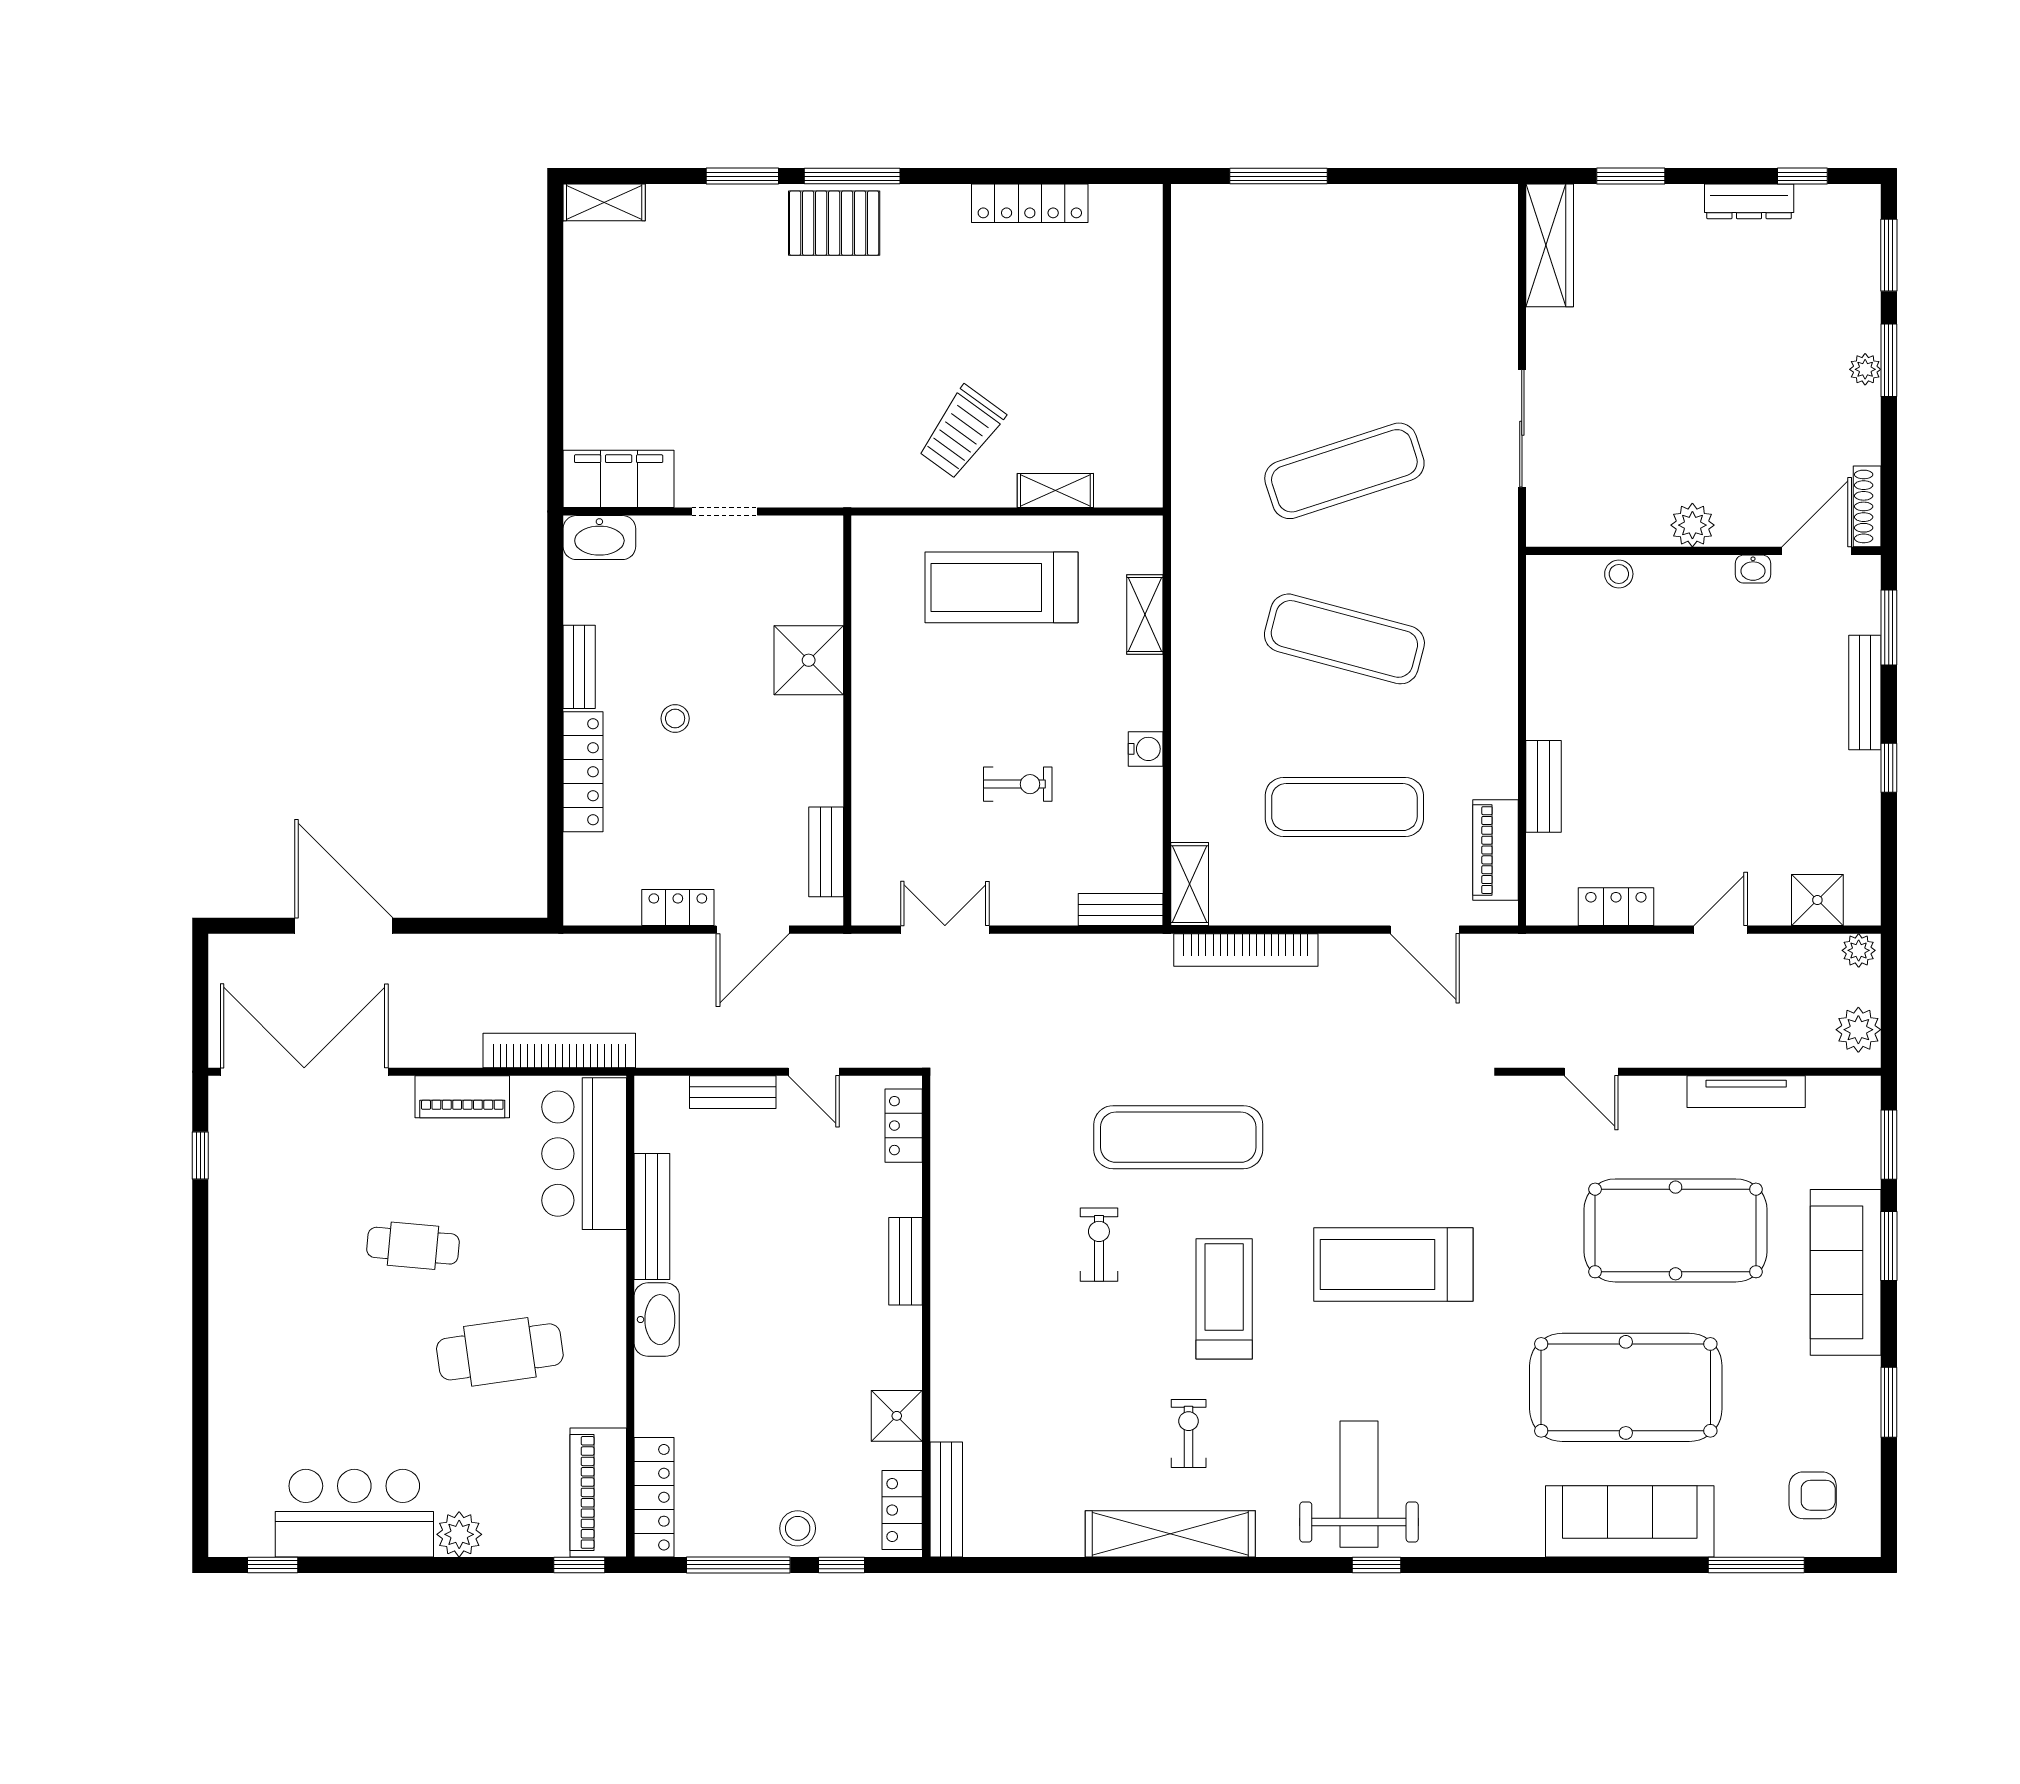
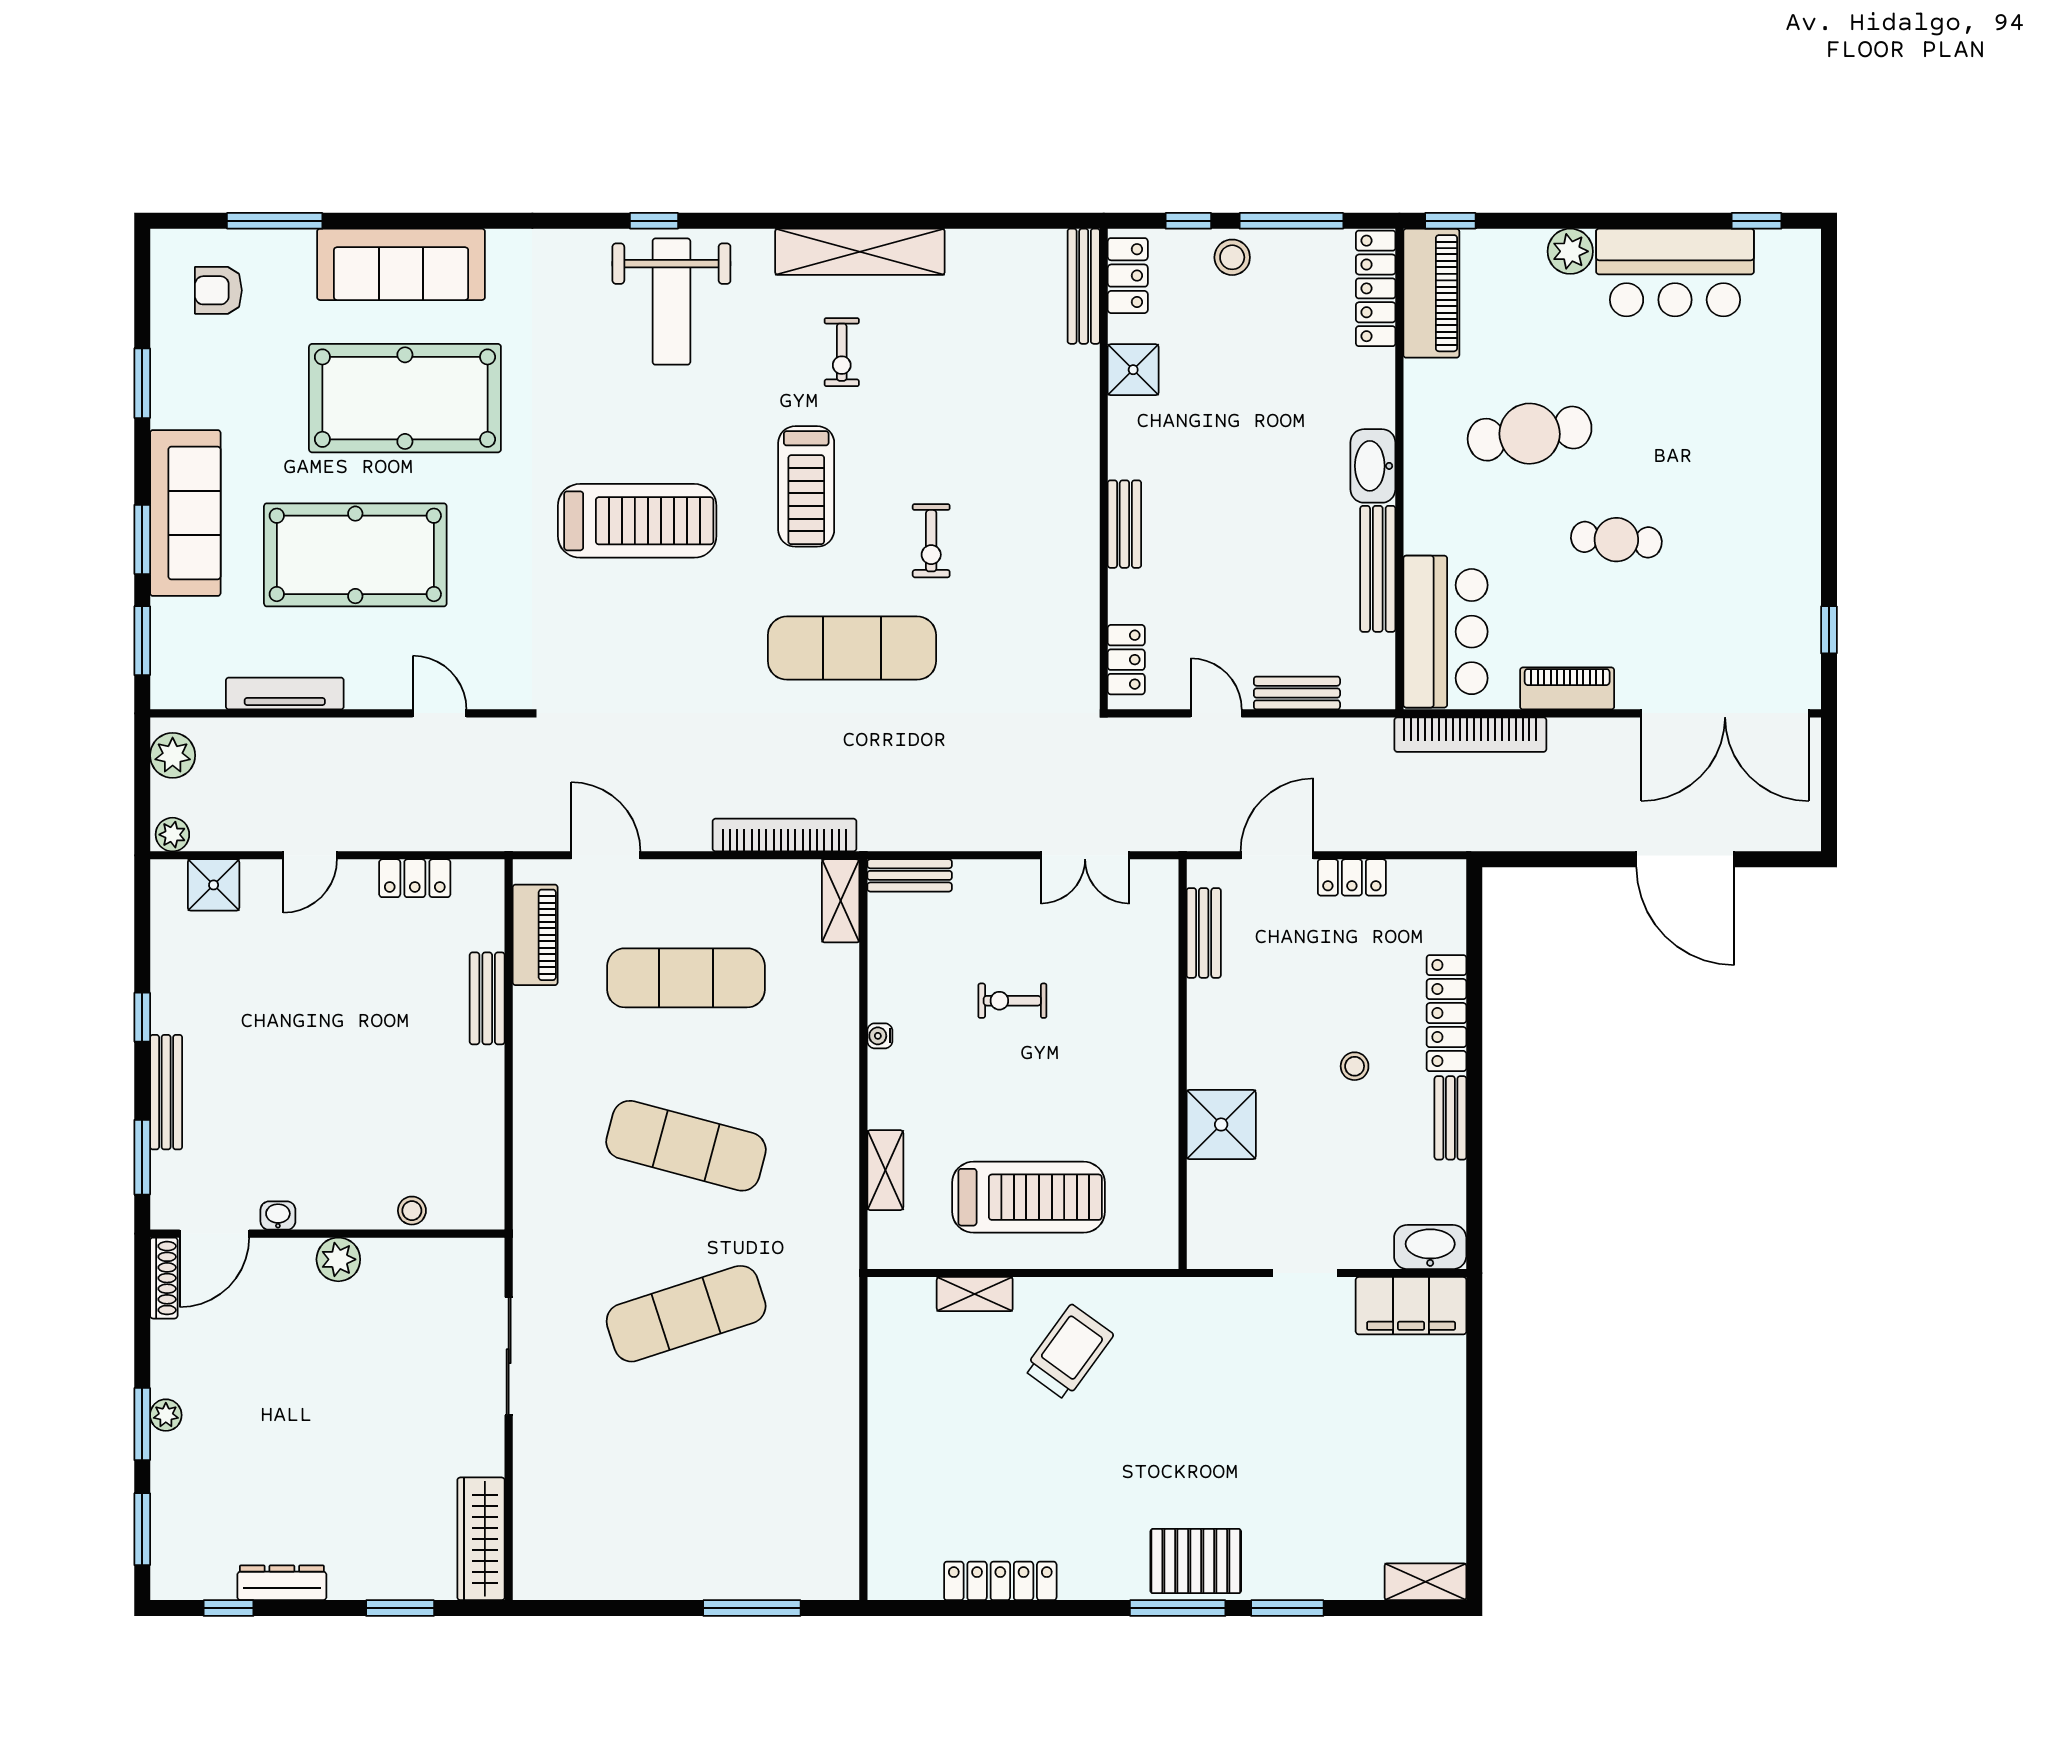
water cooler: (1146, 749) -> (880, 1036), width x0.72, depth x0.72

